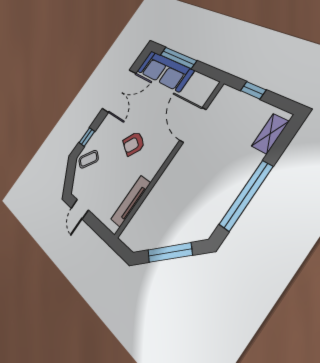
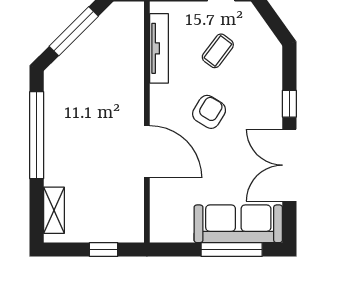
door: (193, 125) -> (147, 152), moved
window: (87, 137) -> (289, 104), moved
coffee table: (89, 159) -> (218, 51), moved

